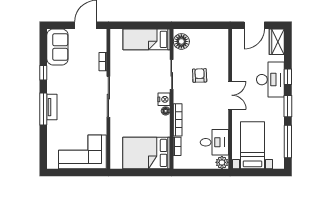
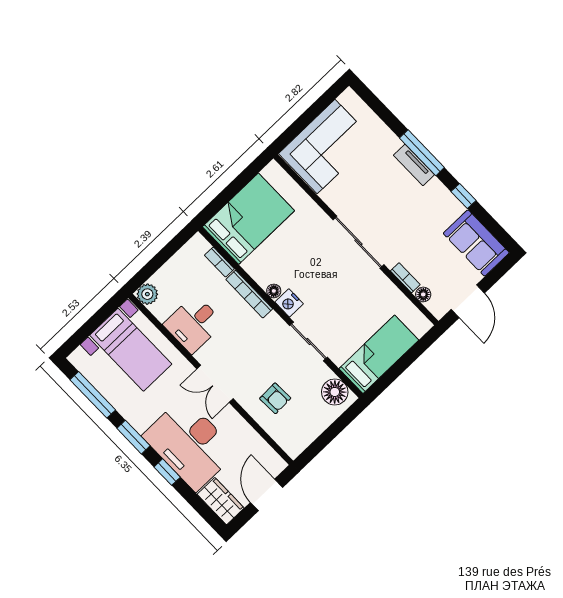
floor lamp: (102, 47) -> (423, 294), added
armchair: (200, 75) -> (275, 398), moved
desk: (270, 80) -> (190, 444), width x1.36, depth x1.30
desk: (214, 142) -> (194, 324), moved

